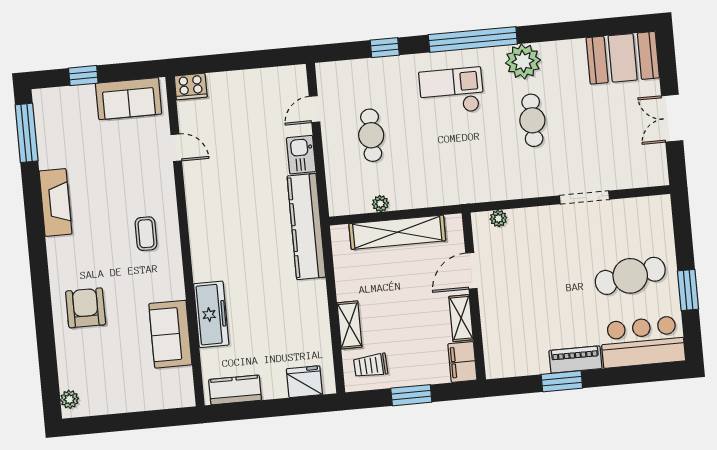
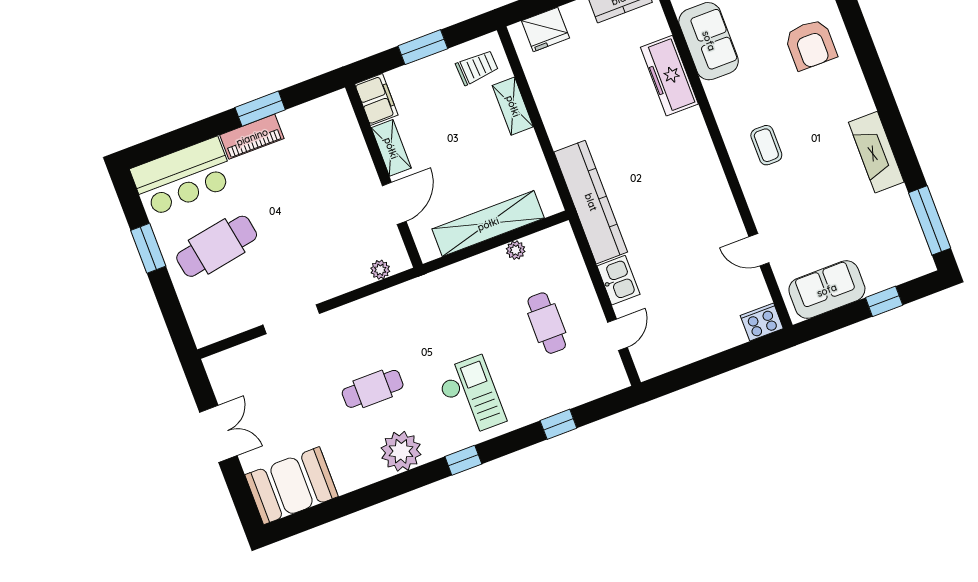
window: (473, 39) -> (463, 460), width x0.32
checkout: (452, 91) -> (471, 396), turned -90
cafe table: (532, 120) -> (373, 389), turned 90

